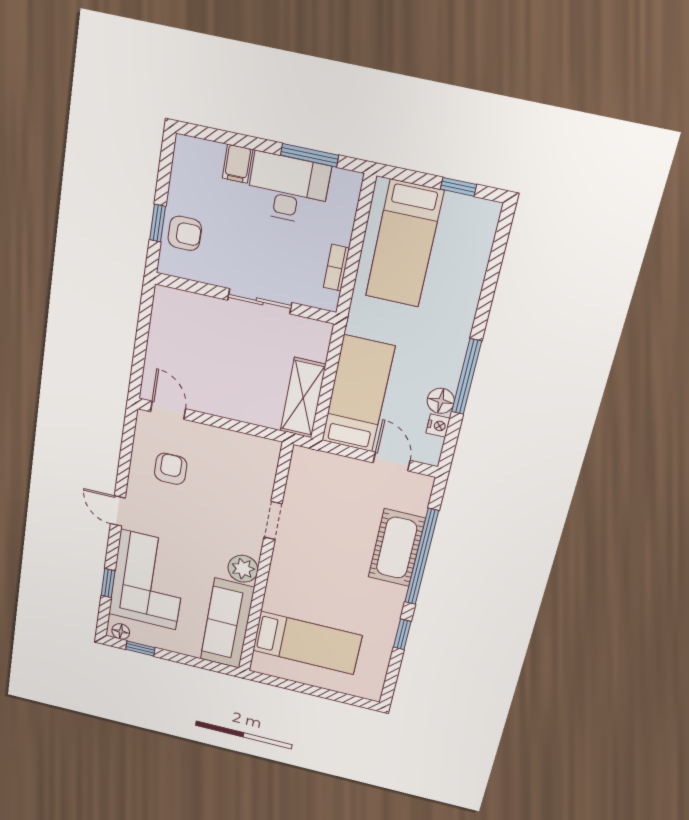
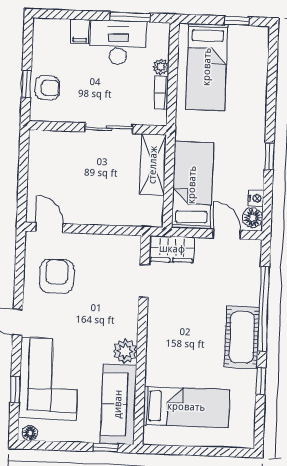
plant: (341, 232) -> (161, 67), added
window: (467, 377) -> (269, 156), width x0.46
shelving: (303, 398) -> (153, 165), moved
floor lamp: (441, 401) -> (253, 218), moved
wardrobe: (318, 466) -> (172, 249), added
armchair: (171, 469) -> (57, 276), width x1.38, depth x1.38
doorway: (273, 520) -> (144, 281), moved
cot: (397, 548) -> (242, 337), moved
window: (140, 648) -> (105, 448), moved

